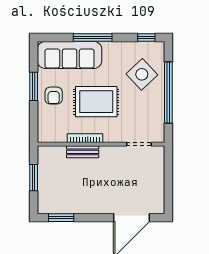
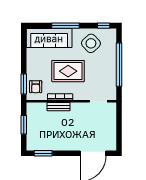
side table: (142, 74) -> (91, 43), moved
window: (34, 86) -> (24, 84), moved
armchair: (54, 96) -> (36, 87), moved

